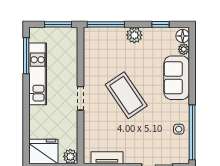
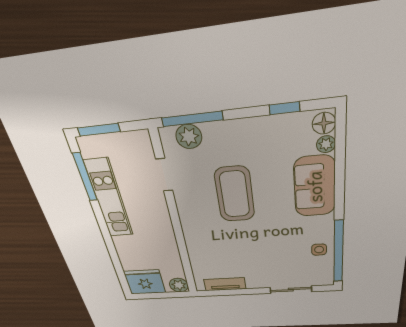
window: (58, 24) -> (99, 130), moved
plant: (134, 35) -> (189, 136), moved
coffee table: (126, 95) -> (235, 194), moved, turned 34
doorway: (81, 98) -> (164, 175), moved

